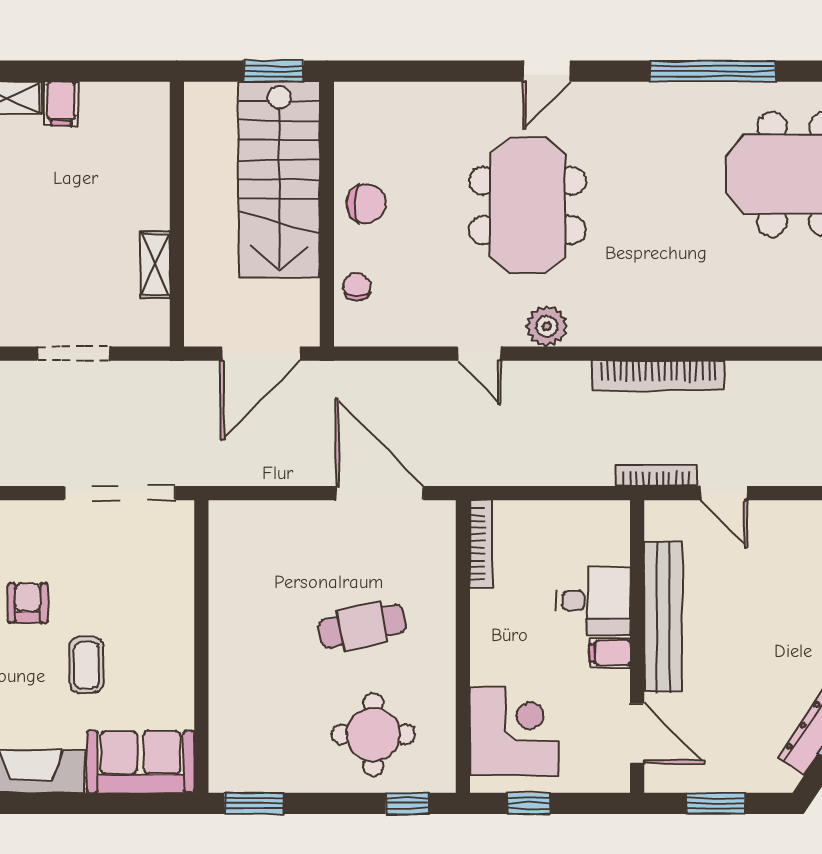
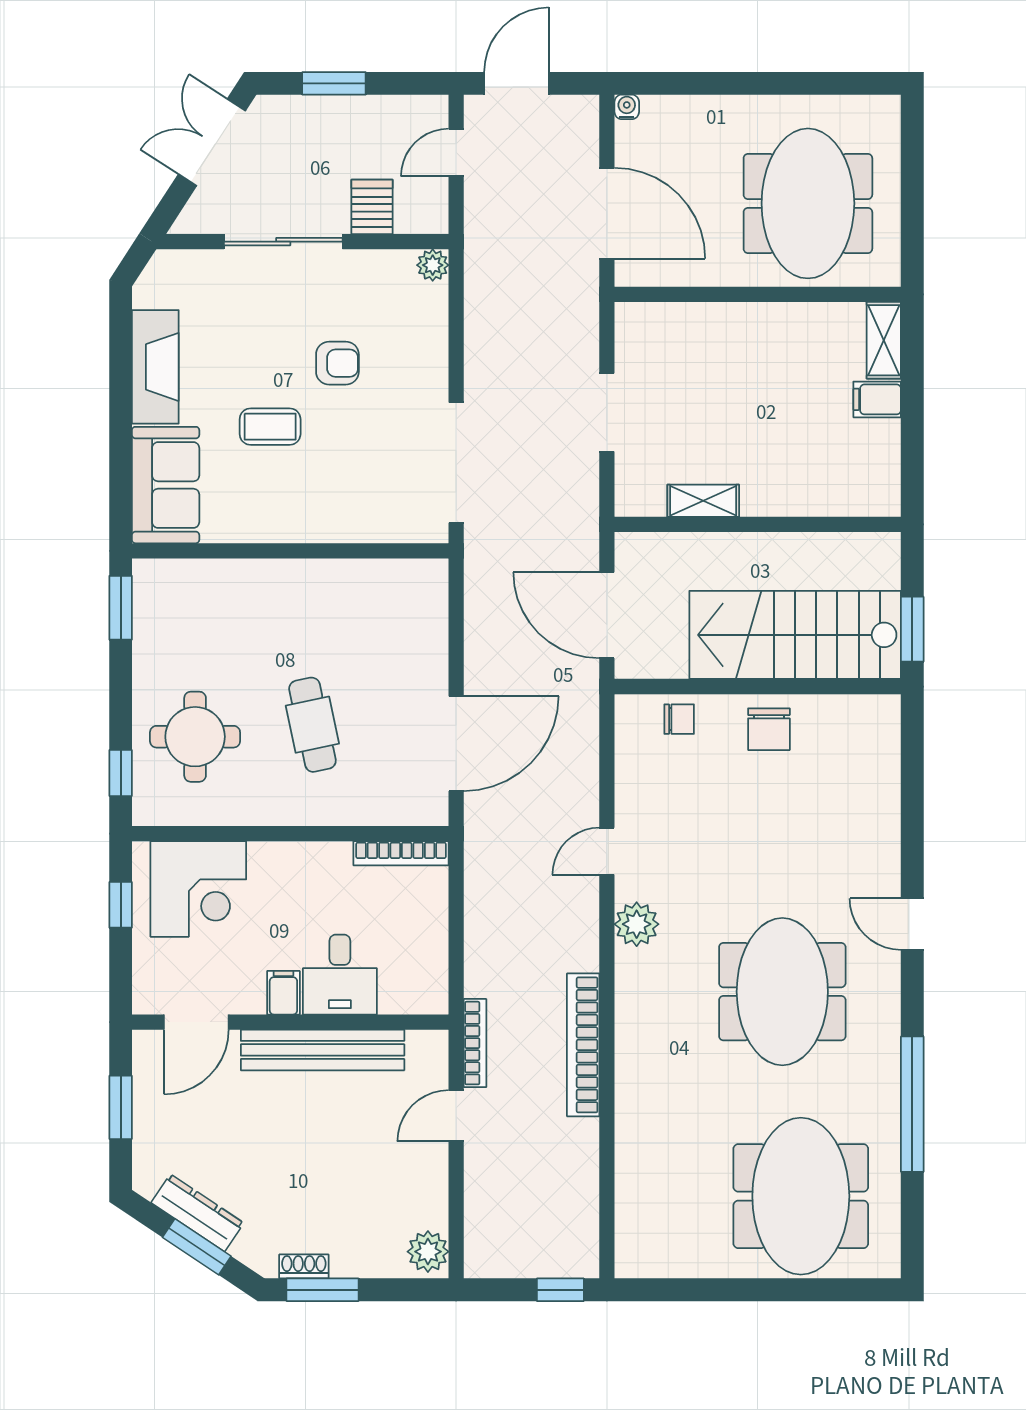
meeting table: (527, 205) -> (782, 992), moved, turned 90

